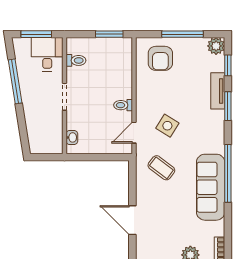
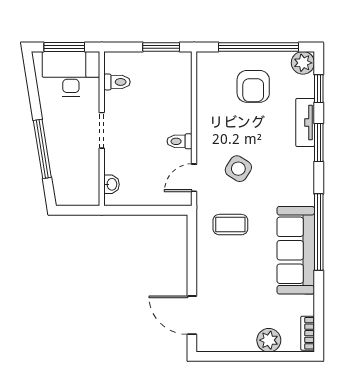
window: (183, 34) -> (258, 47), width x1.46
desk: (47, 54) -> (71, 74), width x1.37
armchair: (160, 58) -> (253, 86), moved
window: (15, 81) -> (42, 149), moved
coffee table: (161, 168) -> (230, 225), turned -37
door: (132, 220) -> (192, 315), moved

